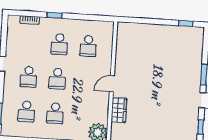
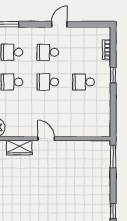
window: (133, 20) -> (113, 157), added
school desk: (88, 46) -> (84, 112), removed

